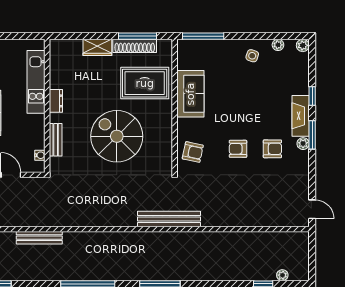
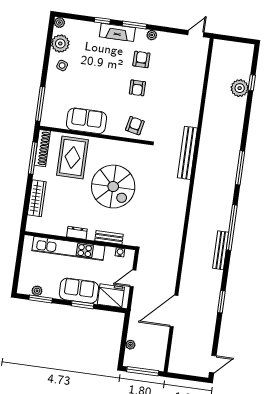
plant: (278, 45) -> (60, 44), width x1.88, depth x1.88
shoe rack: (135, 46) -> (42, 148), moved
wardrobe: (97, 47) -> (37, 198), width x1.50
kitchen unit: (36, 82) -> (68, 248), width x1.36
spiral stairs: (117, 136) -> (113, 187), turned -90
plant: (303, 144) -> (152, 35), moved
bench: (39, 238) -> (221, 250), moved
plant: (282, 275) -> (240, 88), moved, width x1.88, depth x1.88

